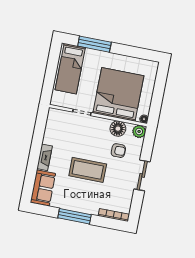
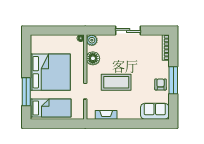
bed: (118, 94) -> (50, 72), moved, turned 180
armchair: (118, 151) -> (161, 84), moved
fireplace: (45, 157) -> (106, 115), moved
coffee table: (88, 170) -> (116, 82), moved, turned 90

